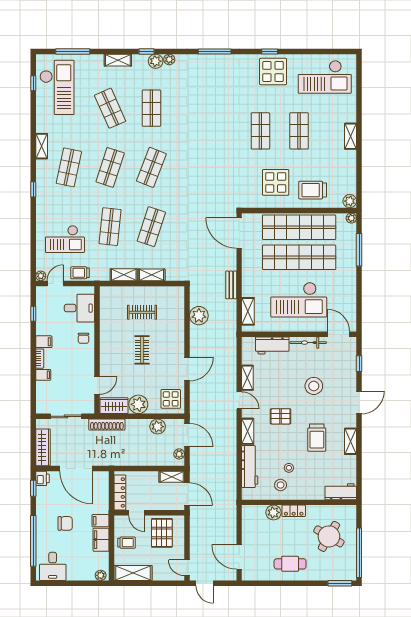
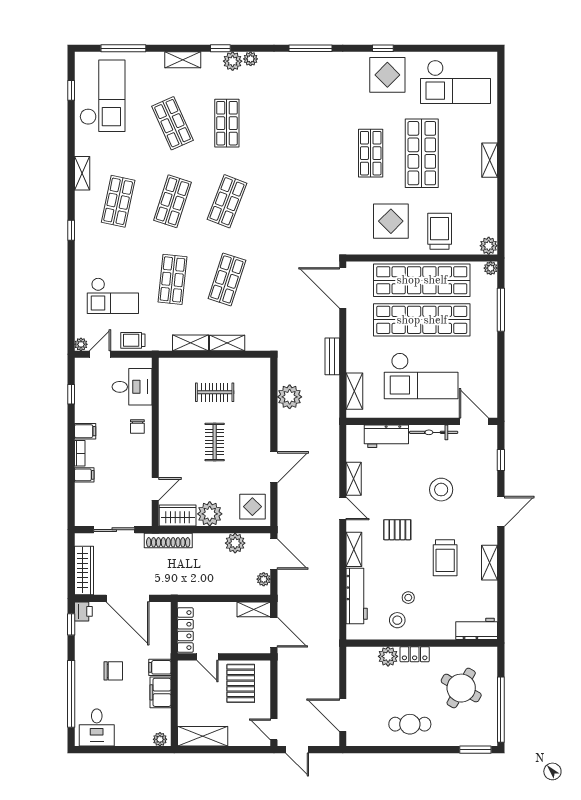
shop shelf: (299, 131) -> (422, 153), width x1.43, depth x1.36
trolley: (313, 190) -> (440, 231), turned 90
trolley: (126, 543) -> (194, 696), removed

